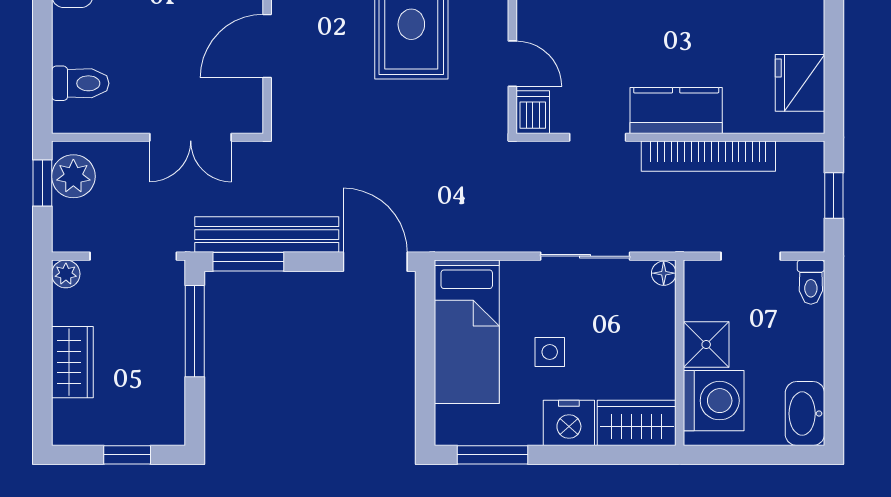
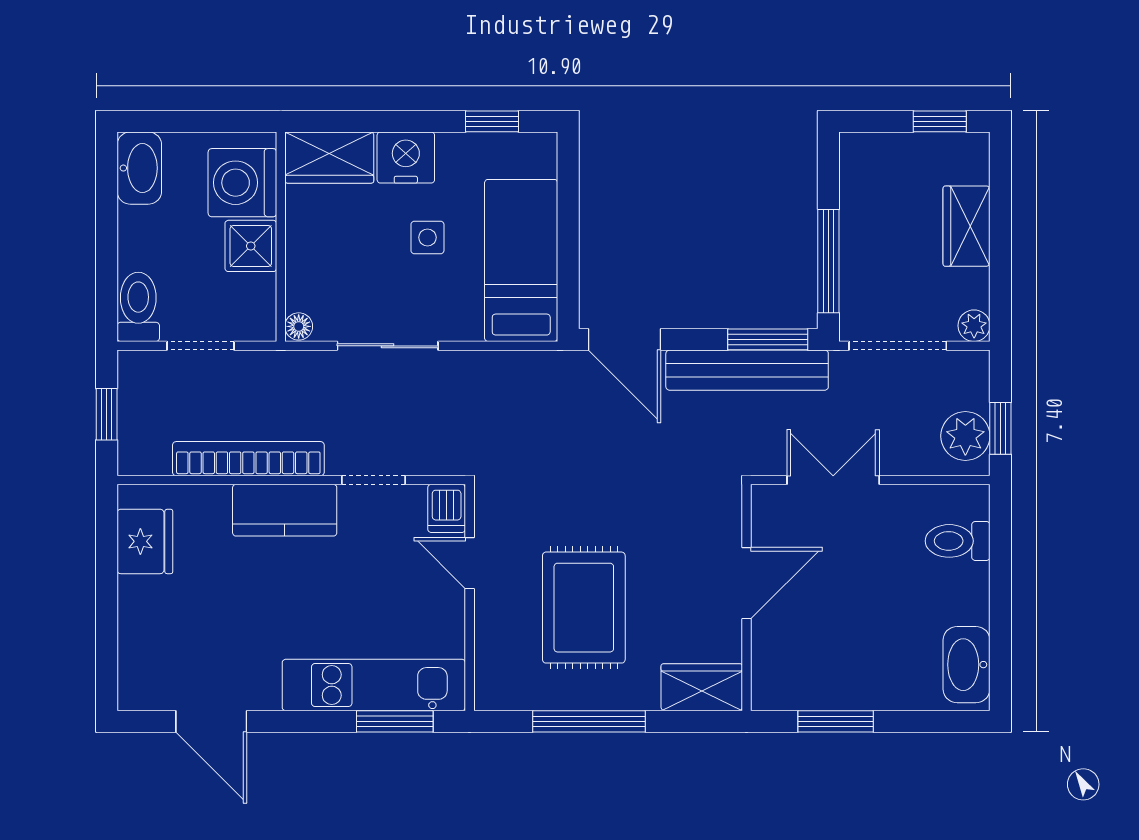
toilet: (811, 282) -> (138, 307), width x1.37, depth x1.39
window: (127, 455) -> (940, 121), moved
window: (493, 455) -> (492, 121), width x0.67

